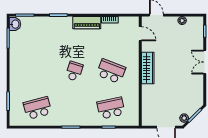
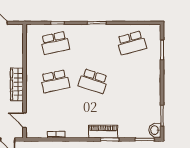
piano: (87, 23) -> (103, 132), moved
school desk: (74, 71) -> (93, 81), width x1.85
school desk: (111, 71) -> (55, 81), turned -33

